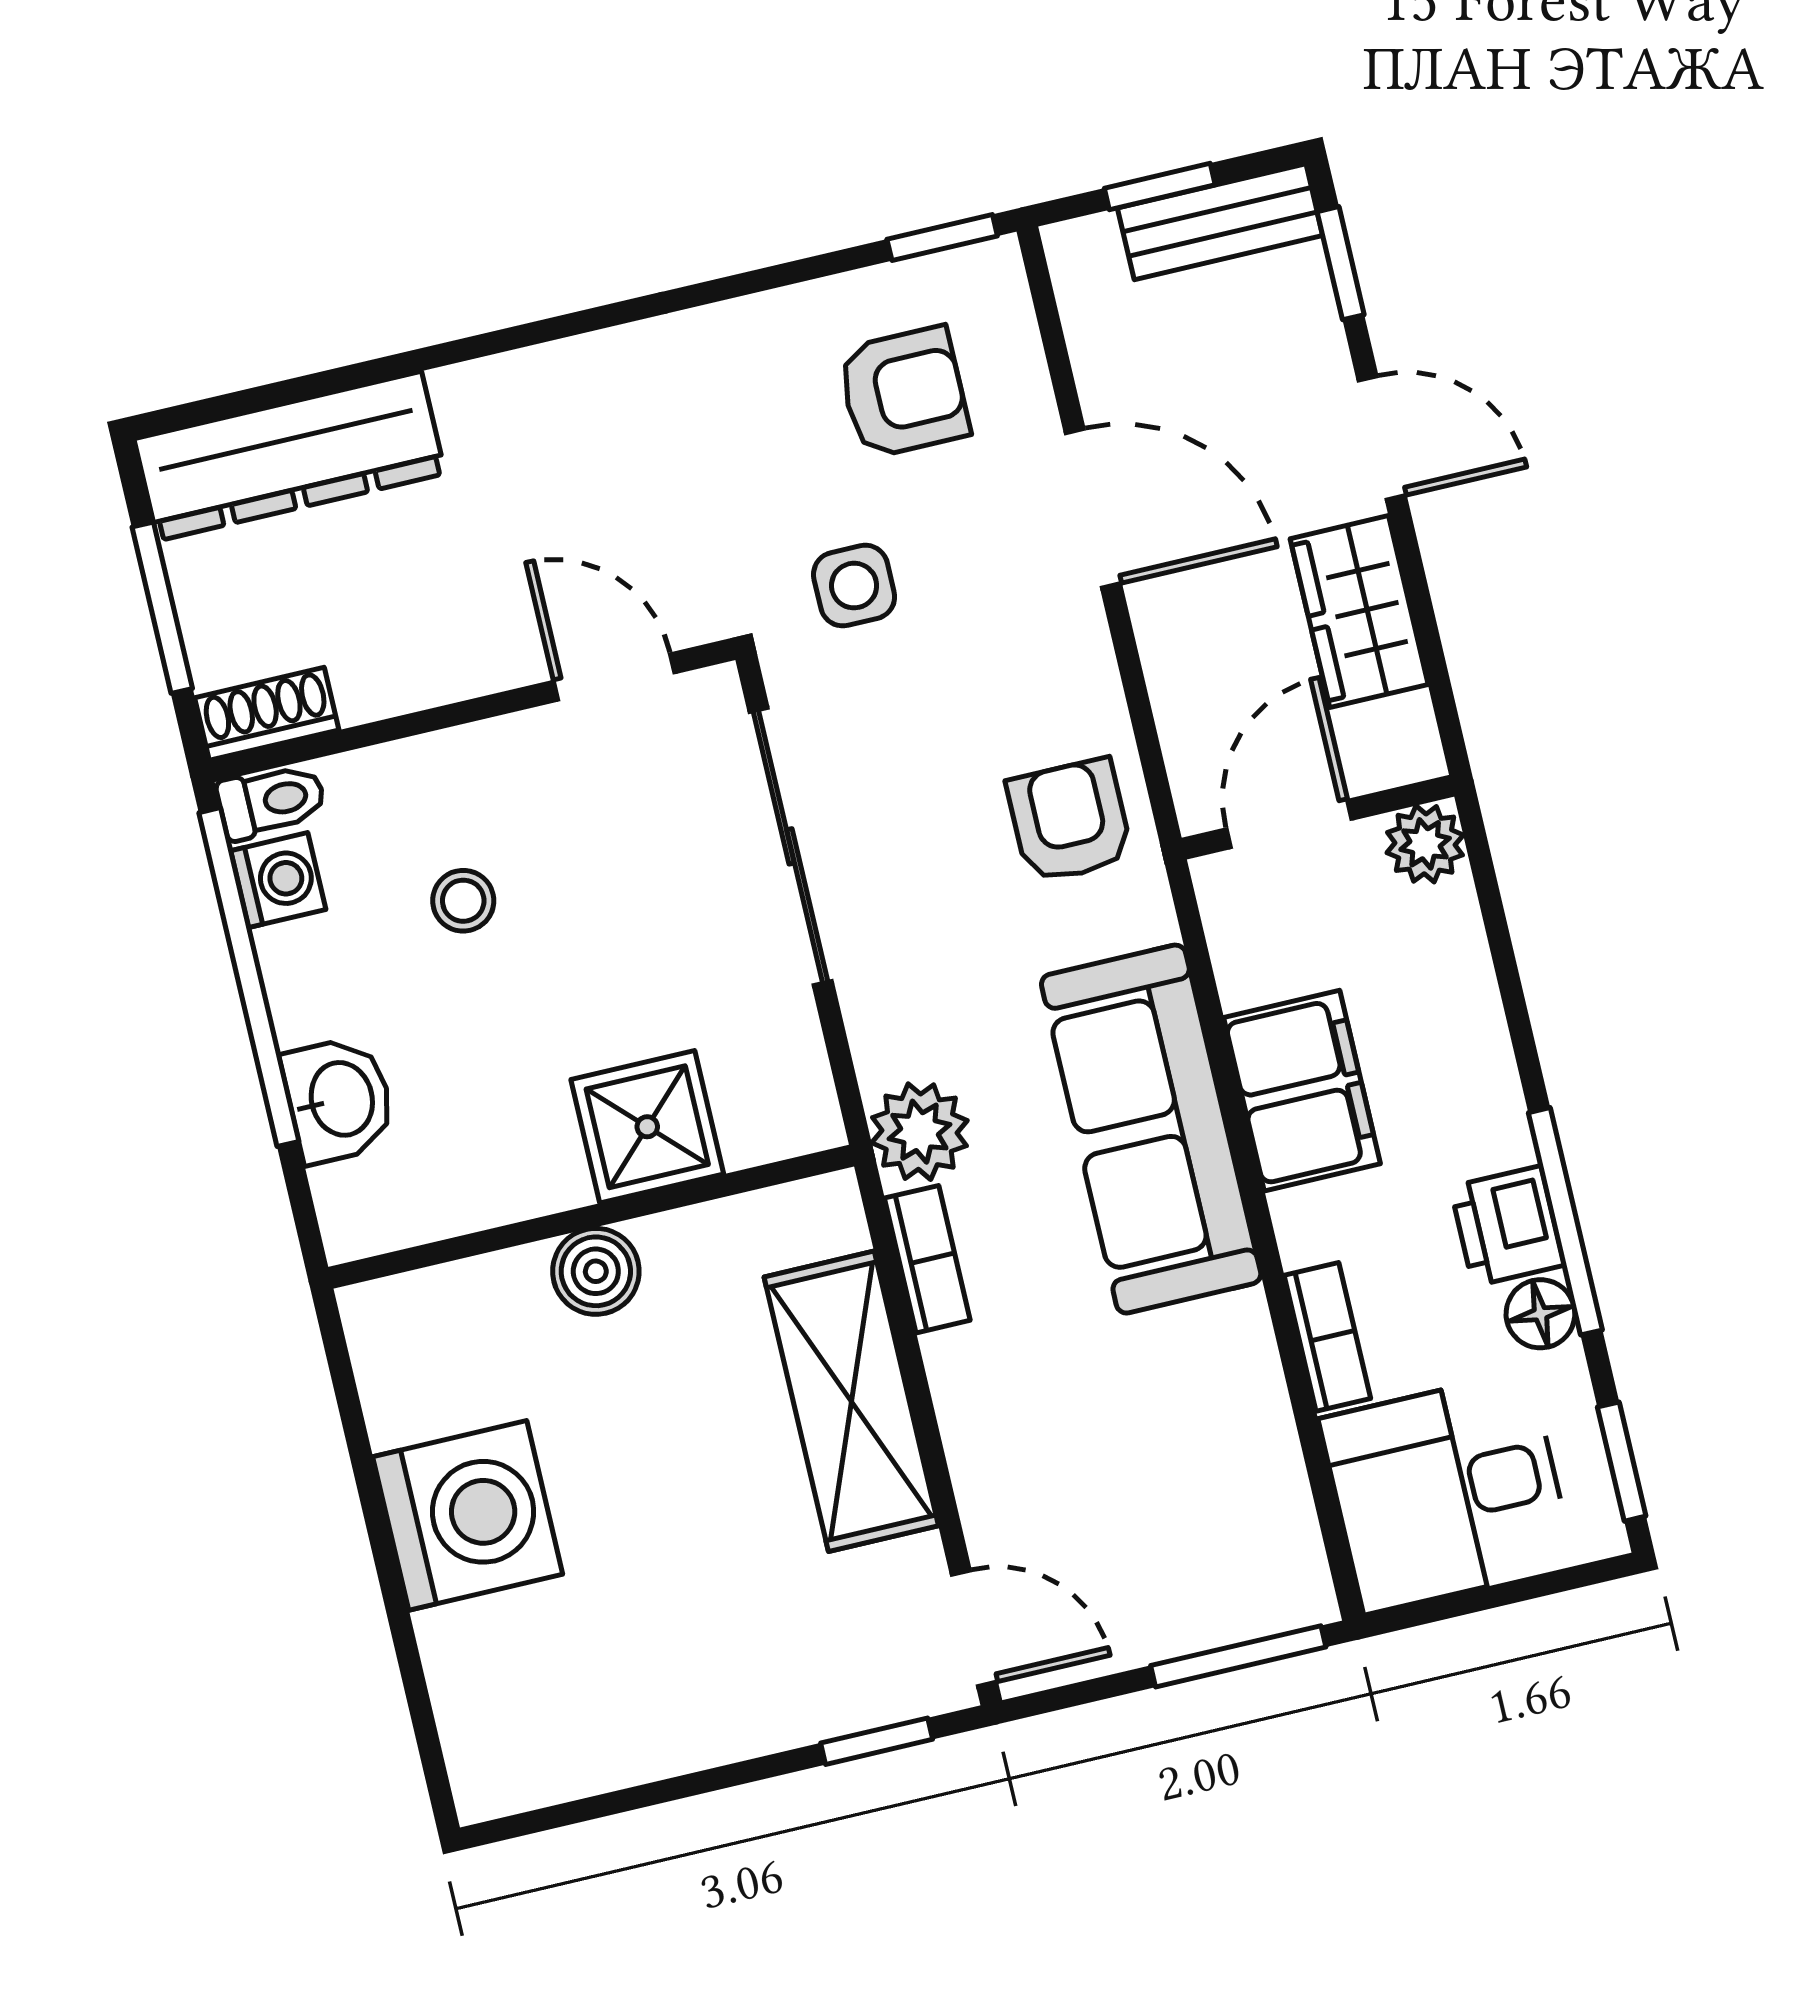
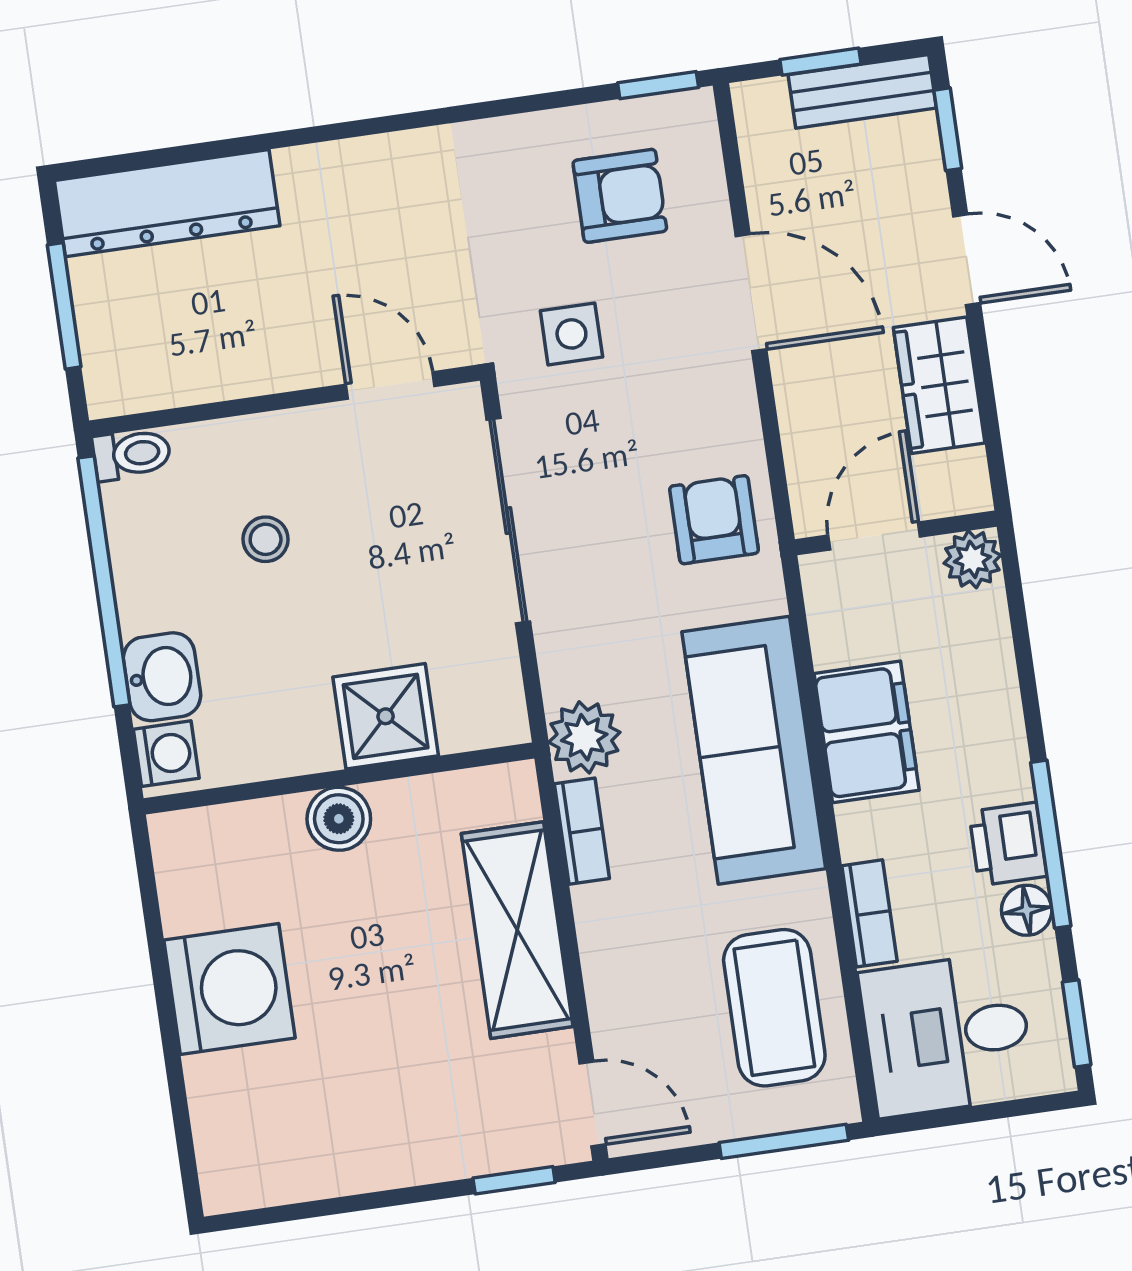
shoe rack: (267, 714) -> (134, 390), removed
washing machine: (278, 880) -> (166, 754), moved
coffee table: (1210, 1476) -> (774, 1008), added

